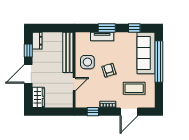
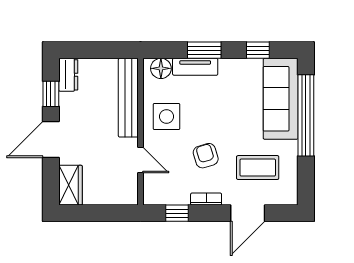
floor lamp: (85, 37) -> (161, 68), added
armchair: (109, 70) -> (206, 156), moved
door: (74, 84) -> (140, 160), hinge flipped

